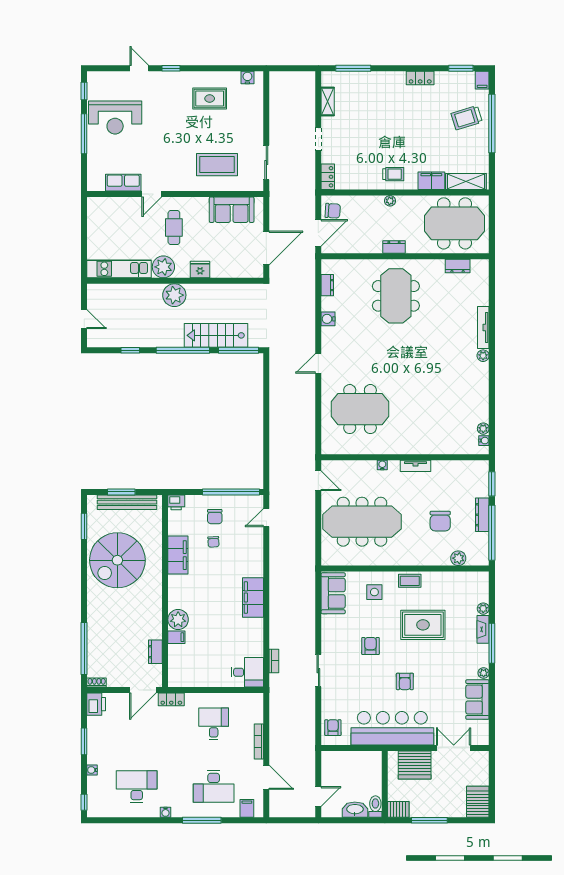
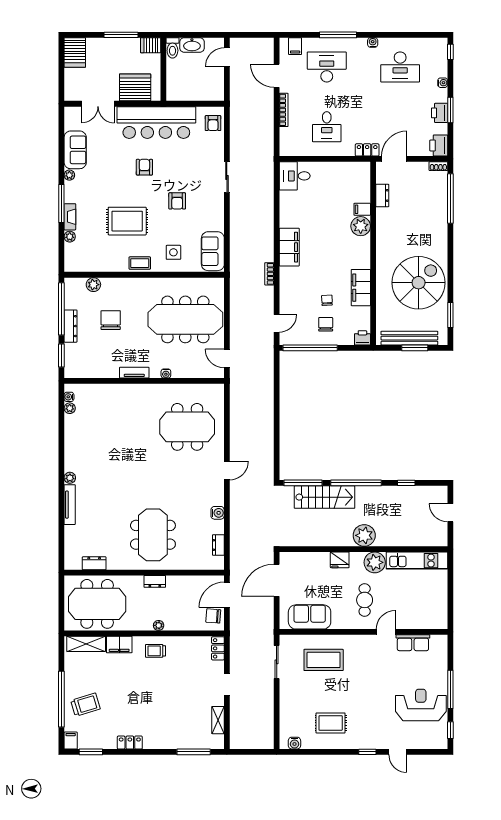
bookcase: (274, 661) -> (269, 274), moved
printer: (95, 738) -> (440, 113), added

